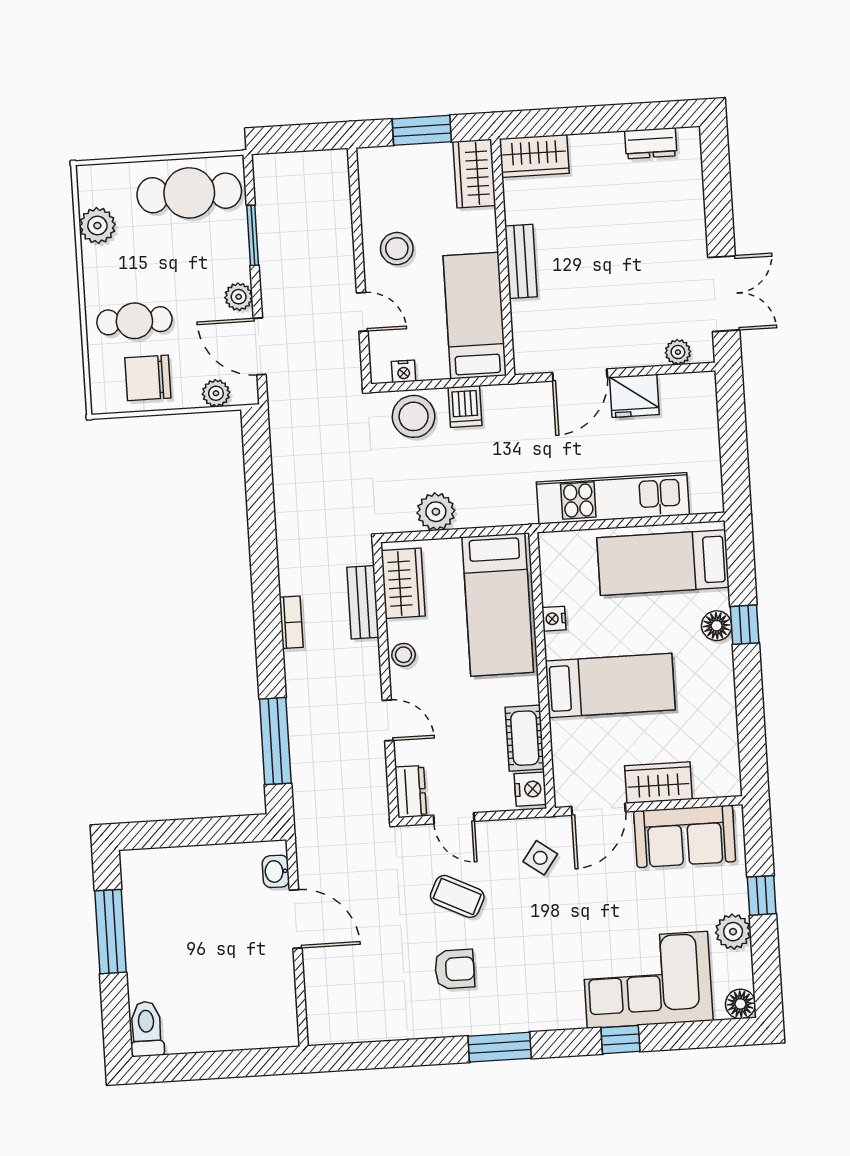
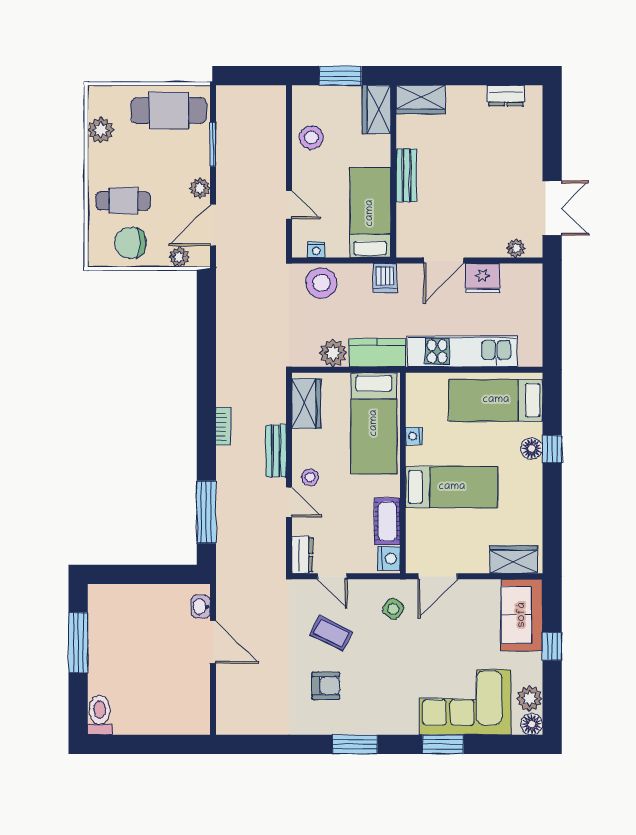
stool: (397, 249) -> (311, 137), moved
door: (260, 346) -> (213, 225), hinge flipped
dishwasher: (465, 406) -> (385, 278), moved
kitchen counter: (496, 507) -> (377, 353), added
bench: (363, 602) -> (276, 451), moved
stool: (404, 655) -> (310, 477), moved
wardrobe: (658, 783) -> (513, 560), moved
sofa: (685, 836) -> (522, 615), moved, turned 90
plant: (733, 932) -> (530, 698), moved
window: (620, 1040) -> (443, 744), width x1.50

